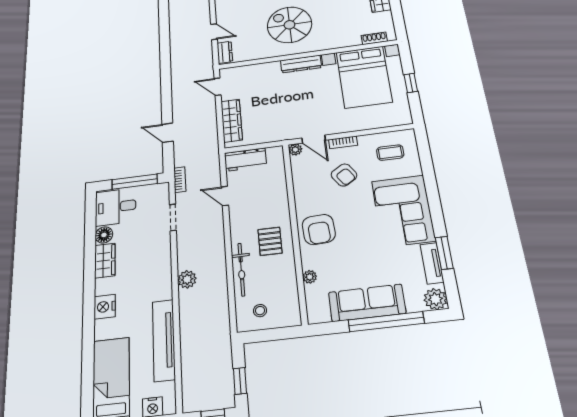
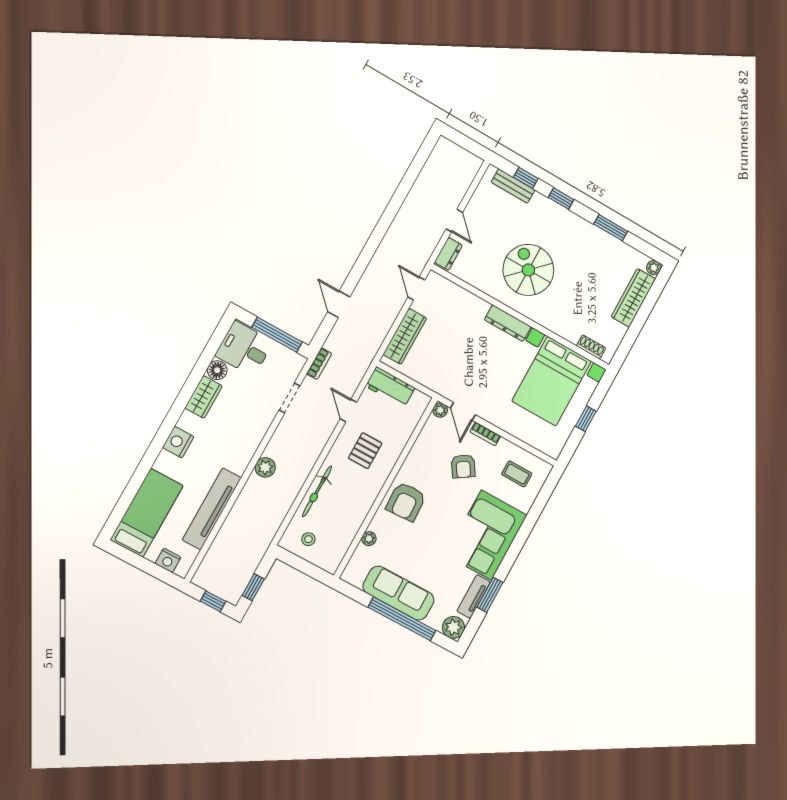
pallet: (270, 241) -> (365, 451), moved

